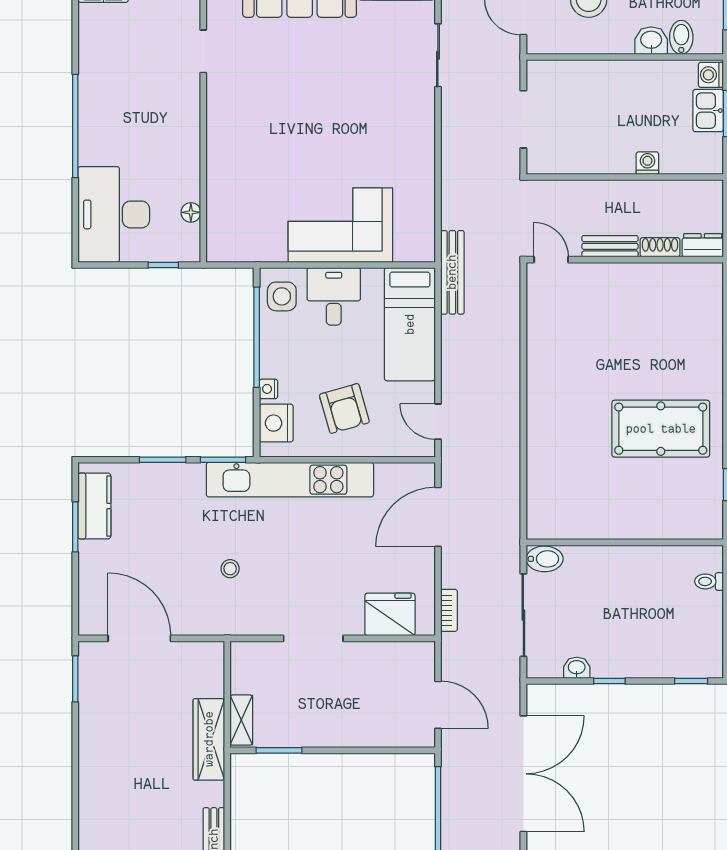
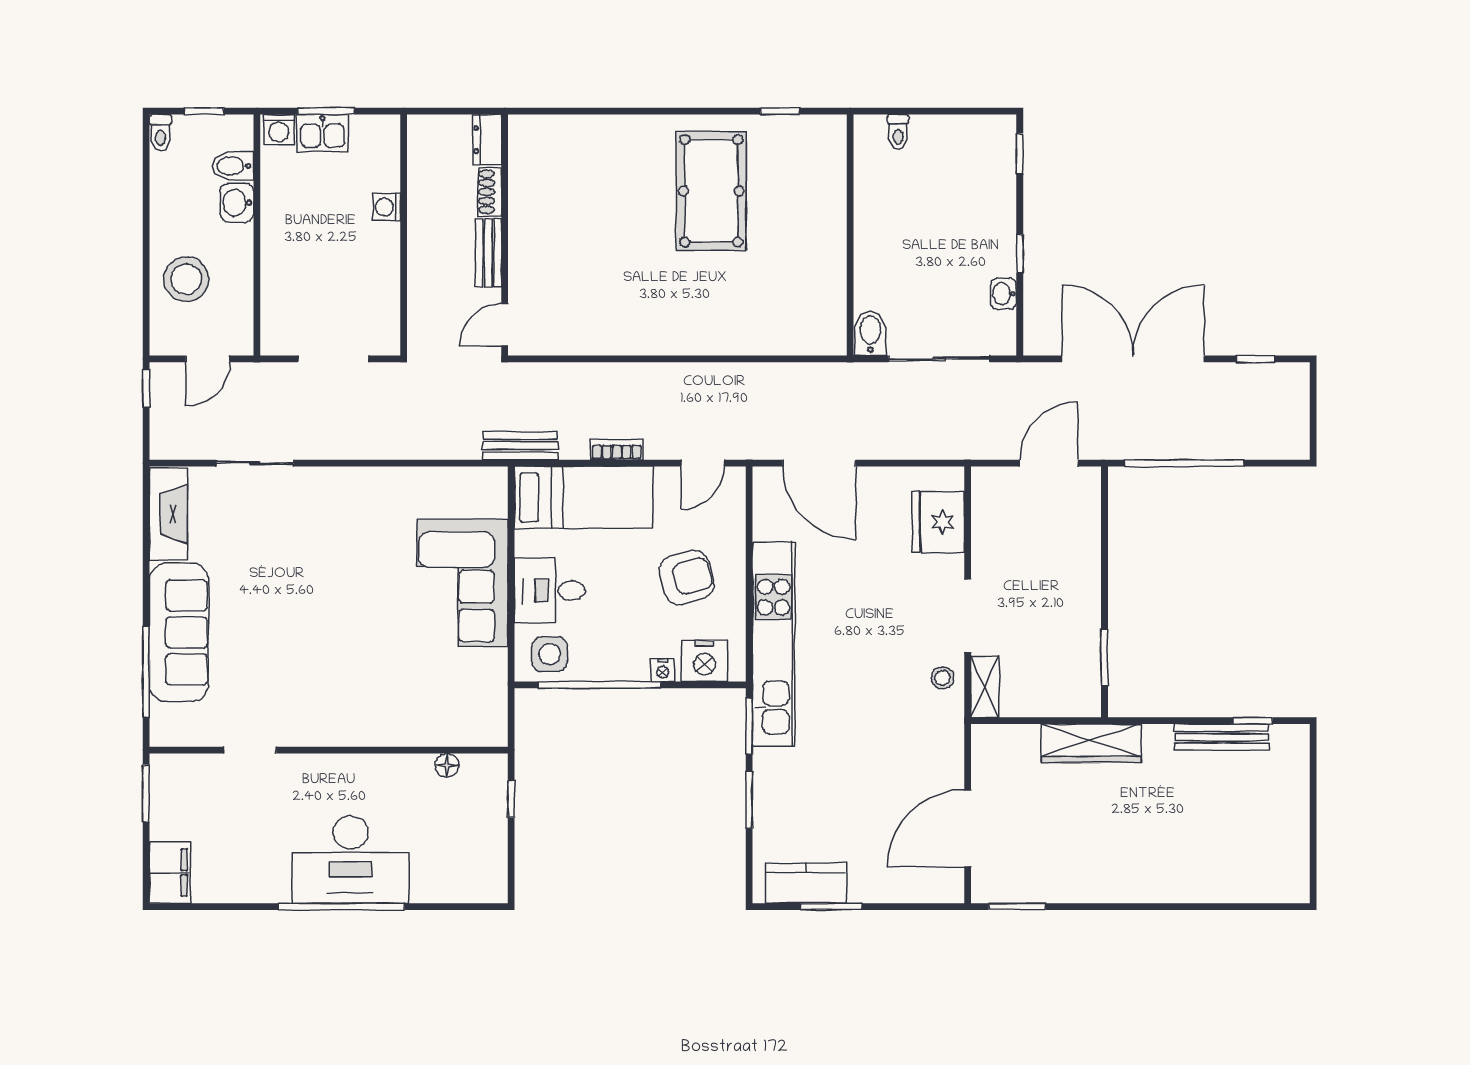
desk: (114, 214) -> (351, 859), moved
bench: (452, 272) -> (520, 446), width x0.73
stool: (230, 569) -> (942, 678), moved
bookcase: (449, 610) -> (617, 450), moved
shelving: (241, 720) -> (985, 687), moved, turned 90

